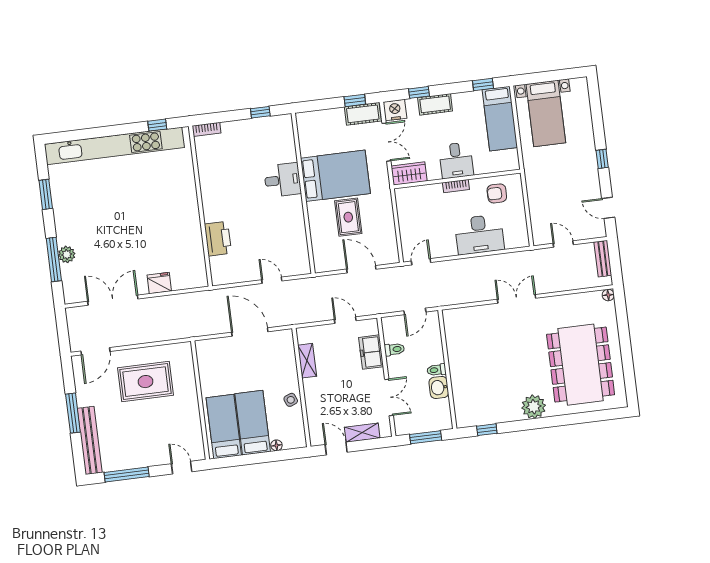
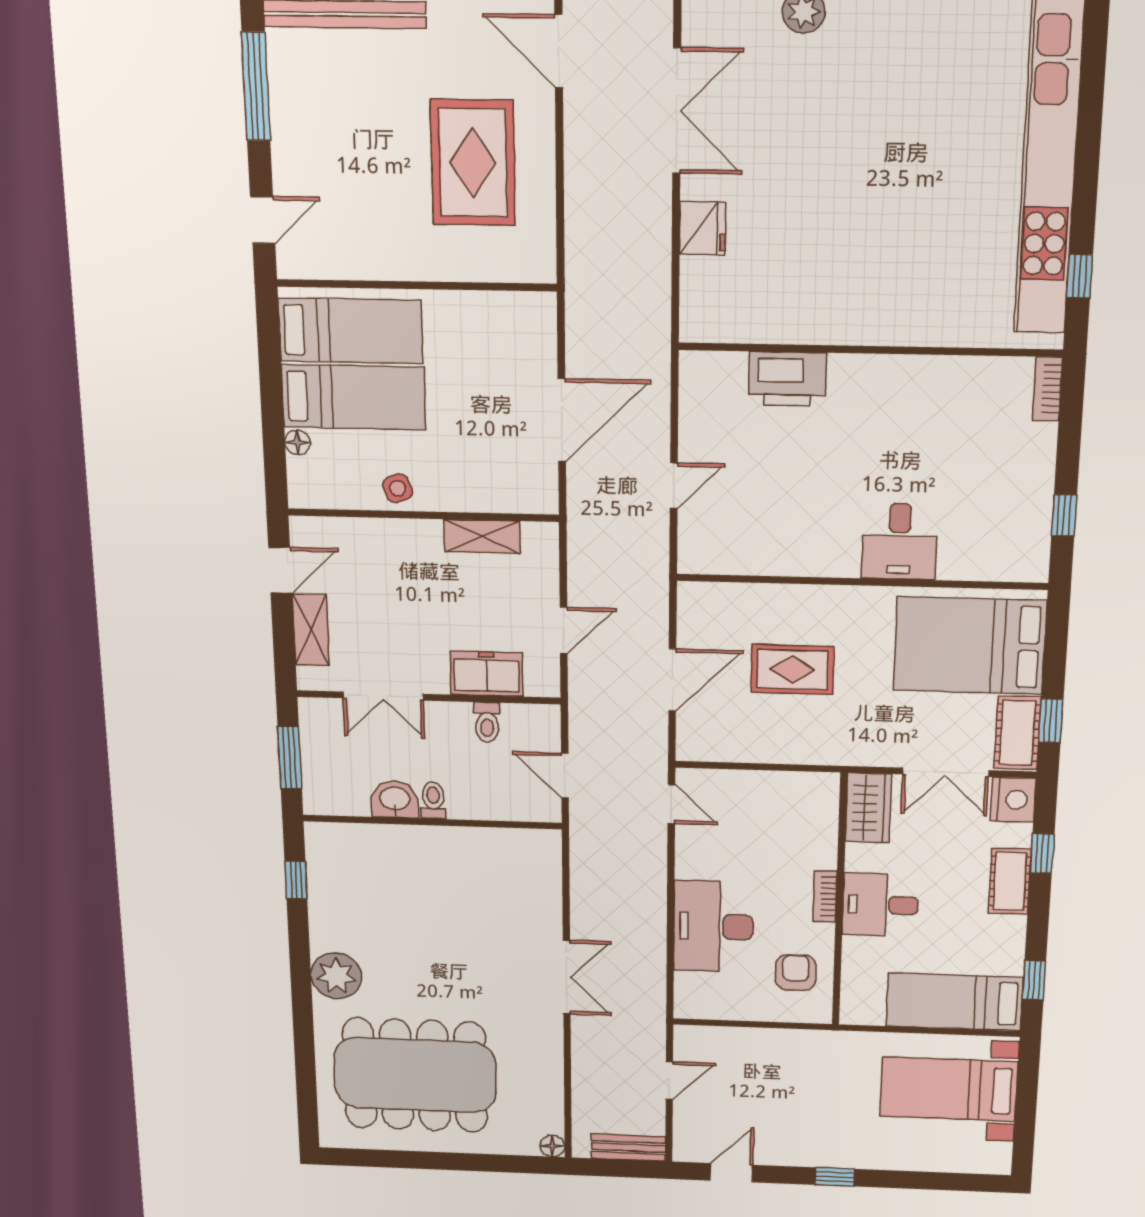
bed: (335, 176) -> (970, 646), moved, turned 90

